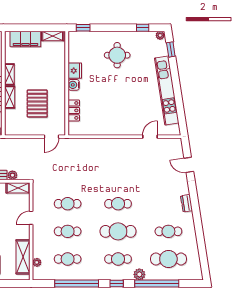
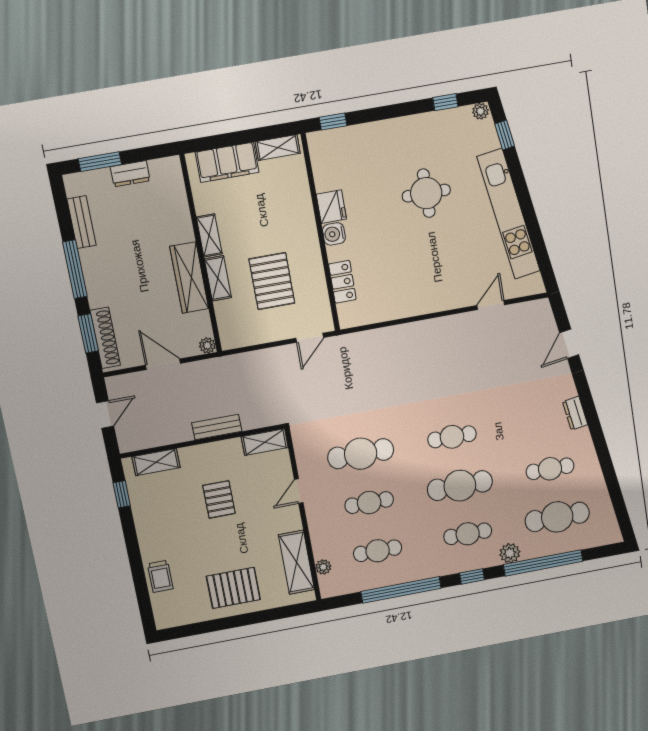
round table: (117, 55) -> (426, 193), moved
door: (189, 165) -> (569, 344), hinge flipped
plant: (12, 175) -> (250, 421), removed
cafe table: (68, 204) -> (361, 454), width x1.37, depth x1.35

